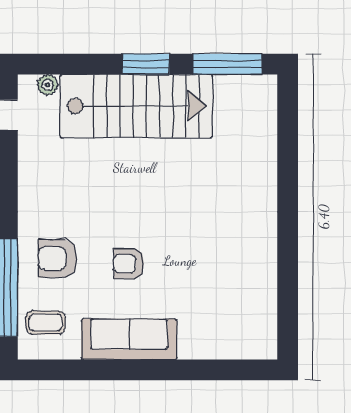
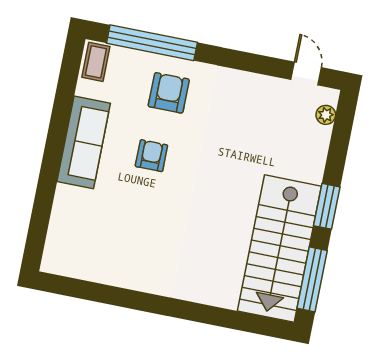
stairs: (136, 106) -> (279, 249), moved
coffee table: (45, 323) -> (96, 62), moved

